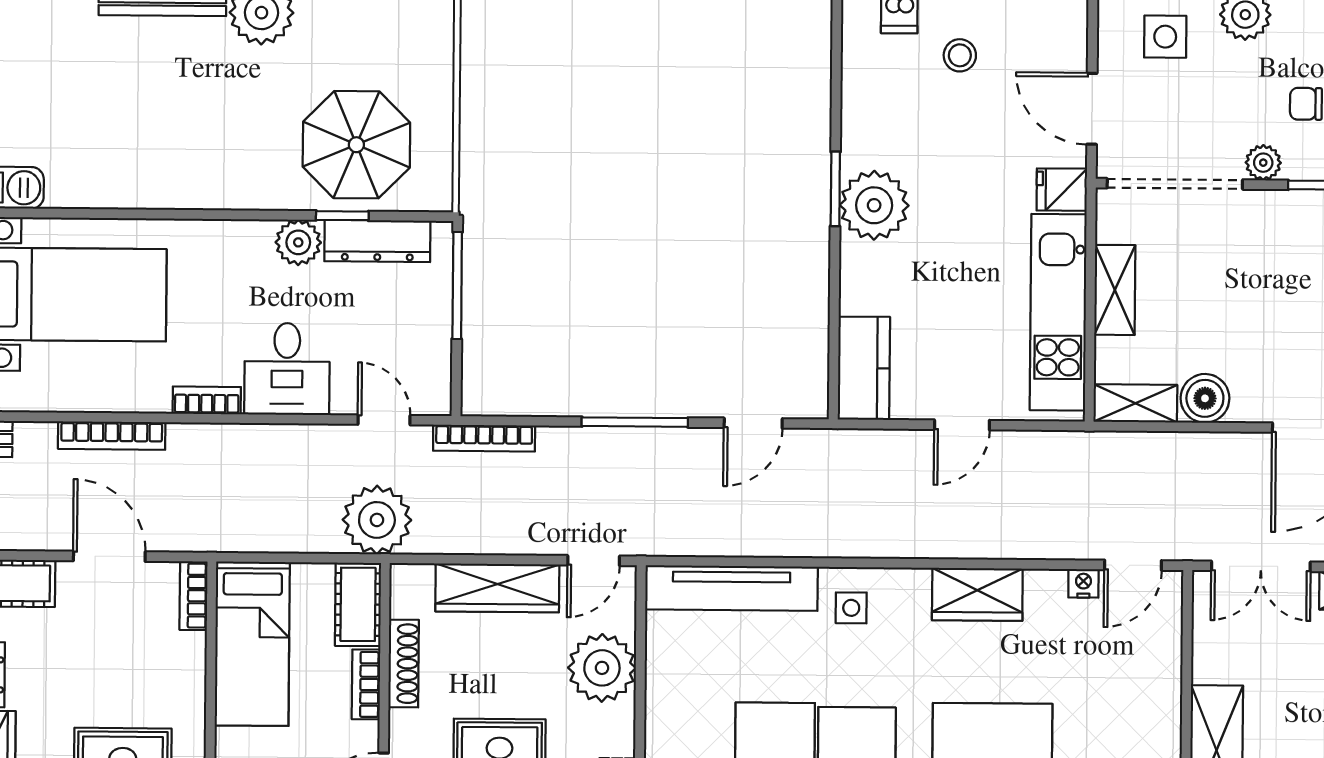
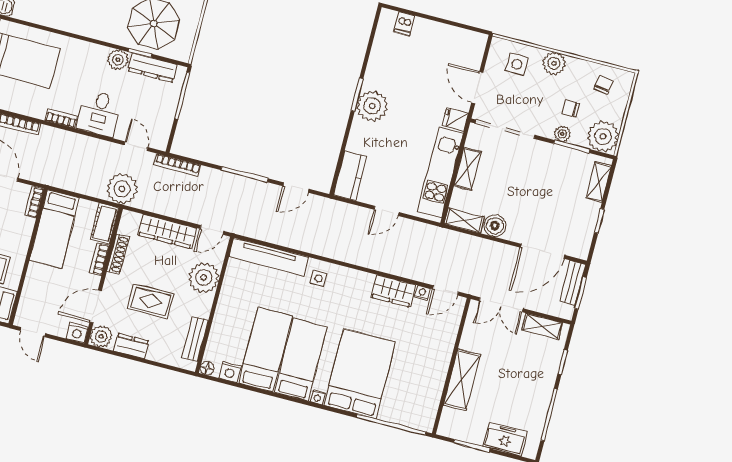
stool: (960, 55) -> (426, 50), removed
plant: (1263, 163) -> (562, 134), moved
wardrobe: (977, 594) -> (393, 291), moved

